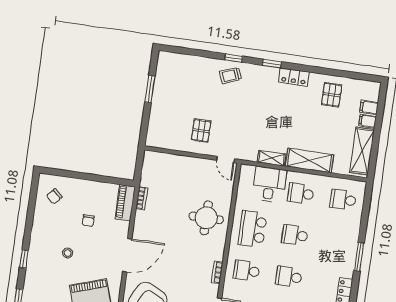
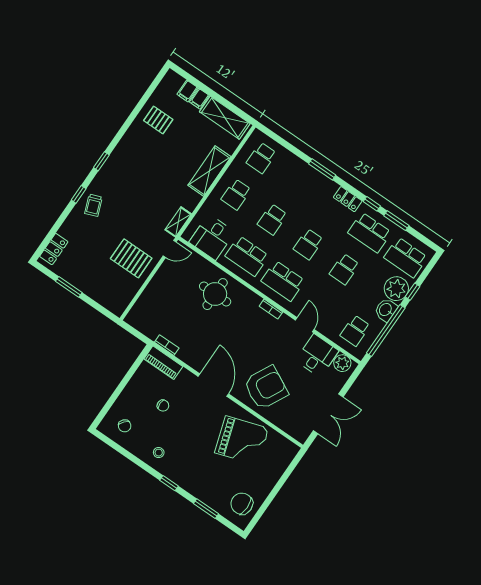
locker: (294, 77) -> (54, 249), moved
pallet: (201, 131) -> (131, 258), width x1.50, depth x1.42
shelving: (272, 158) -> (178, 222), moved
desk: (269, 185) -> (212, 237), moved, turned -90
stool: (68, 253) -> (159, 453), moved
school desk: (247, 271) -> (283, 281), width x1.85

